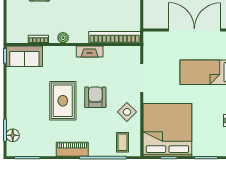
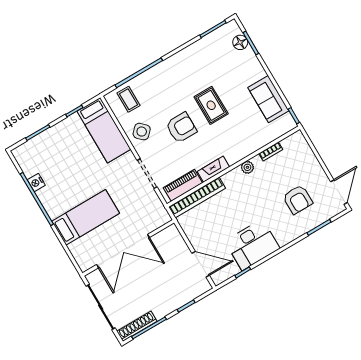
sofa: (24, 56) -> (268, 99), moved, turned -90
armchair: (95, 97) -> (181, 128), turned -90
rug: (63, 101) -> (211, 105), width x0.73, depth x0.70
bed: (167, 130) -> (104, 130), width x0.49
piano: (72, 149) -> (183, 185), moved, turned 180

